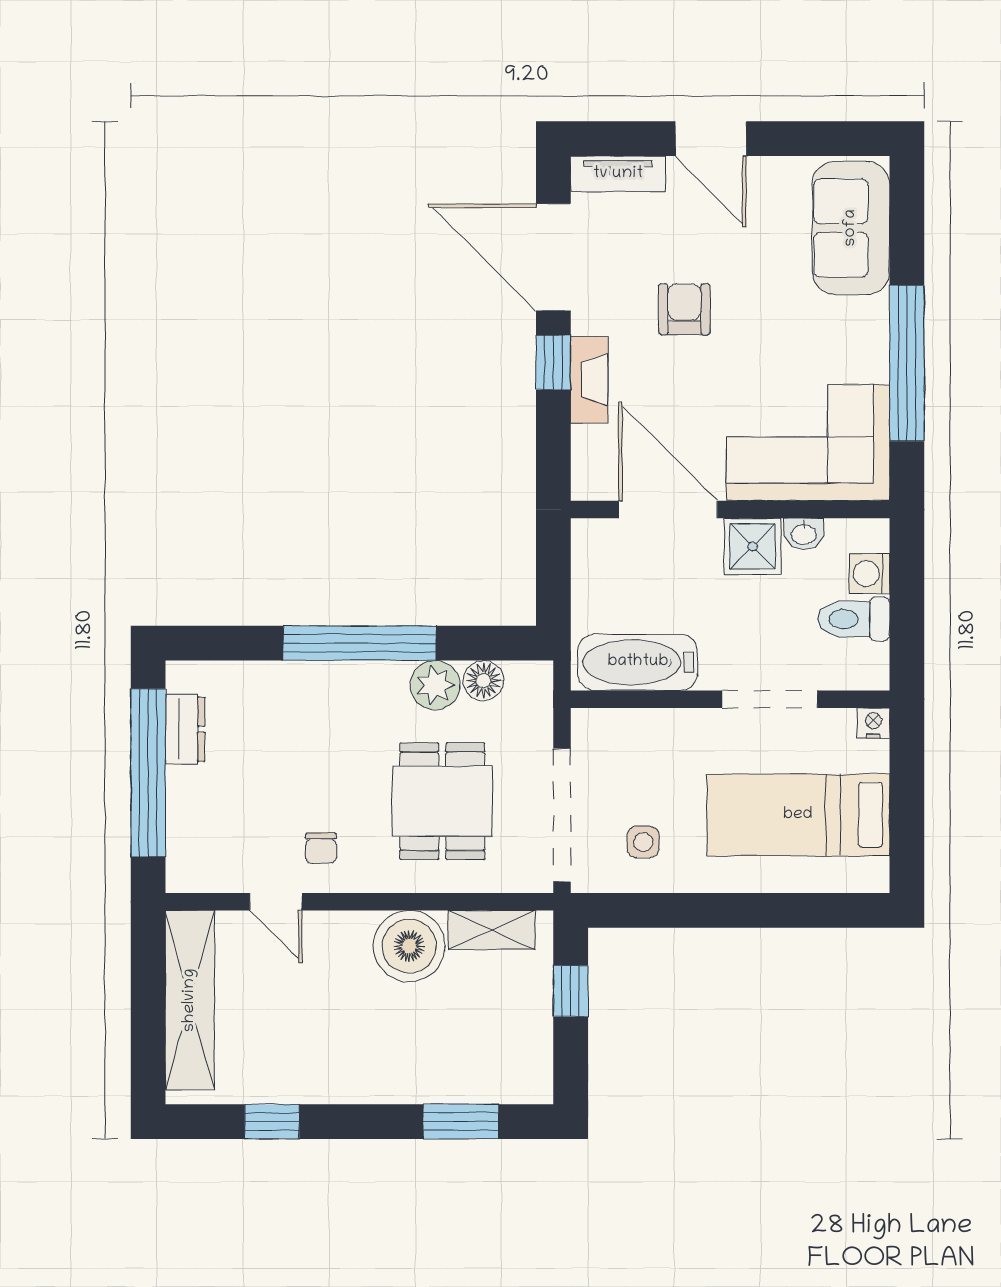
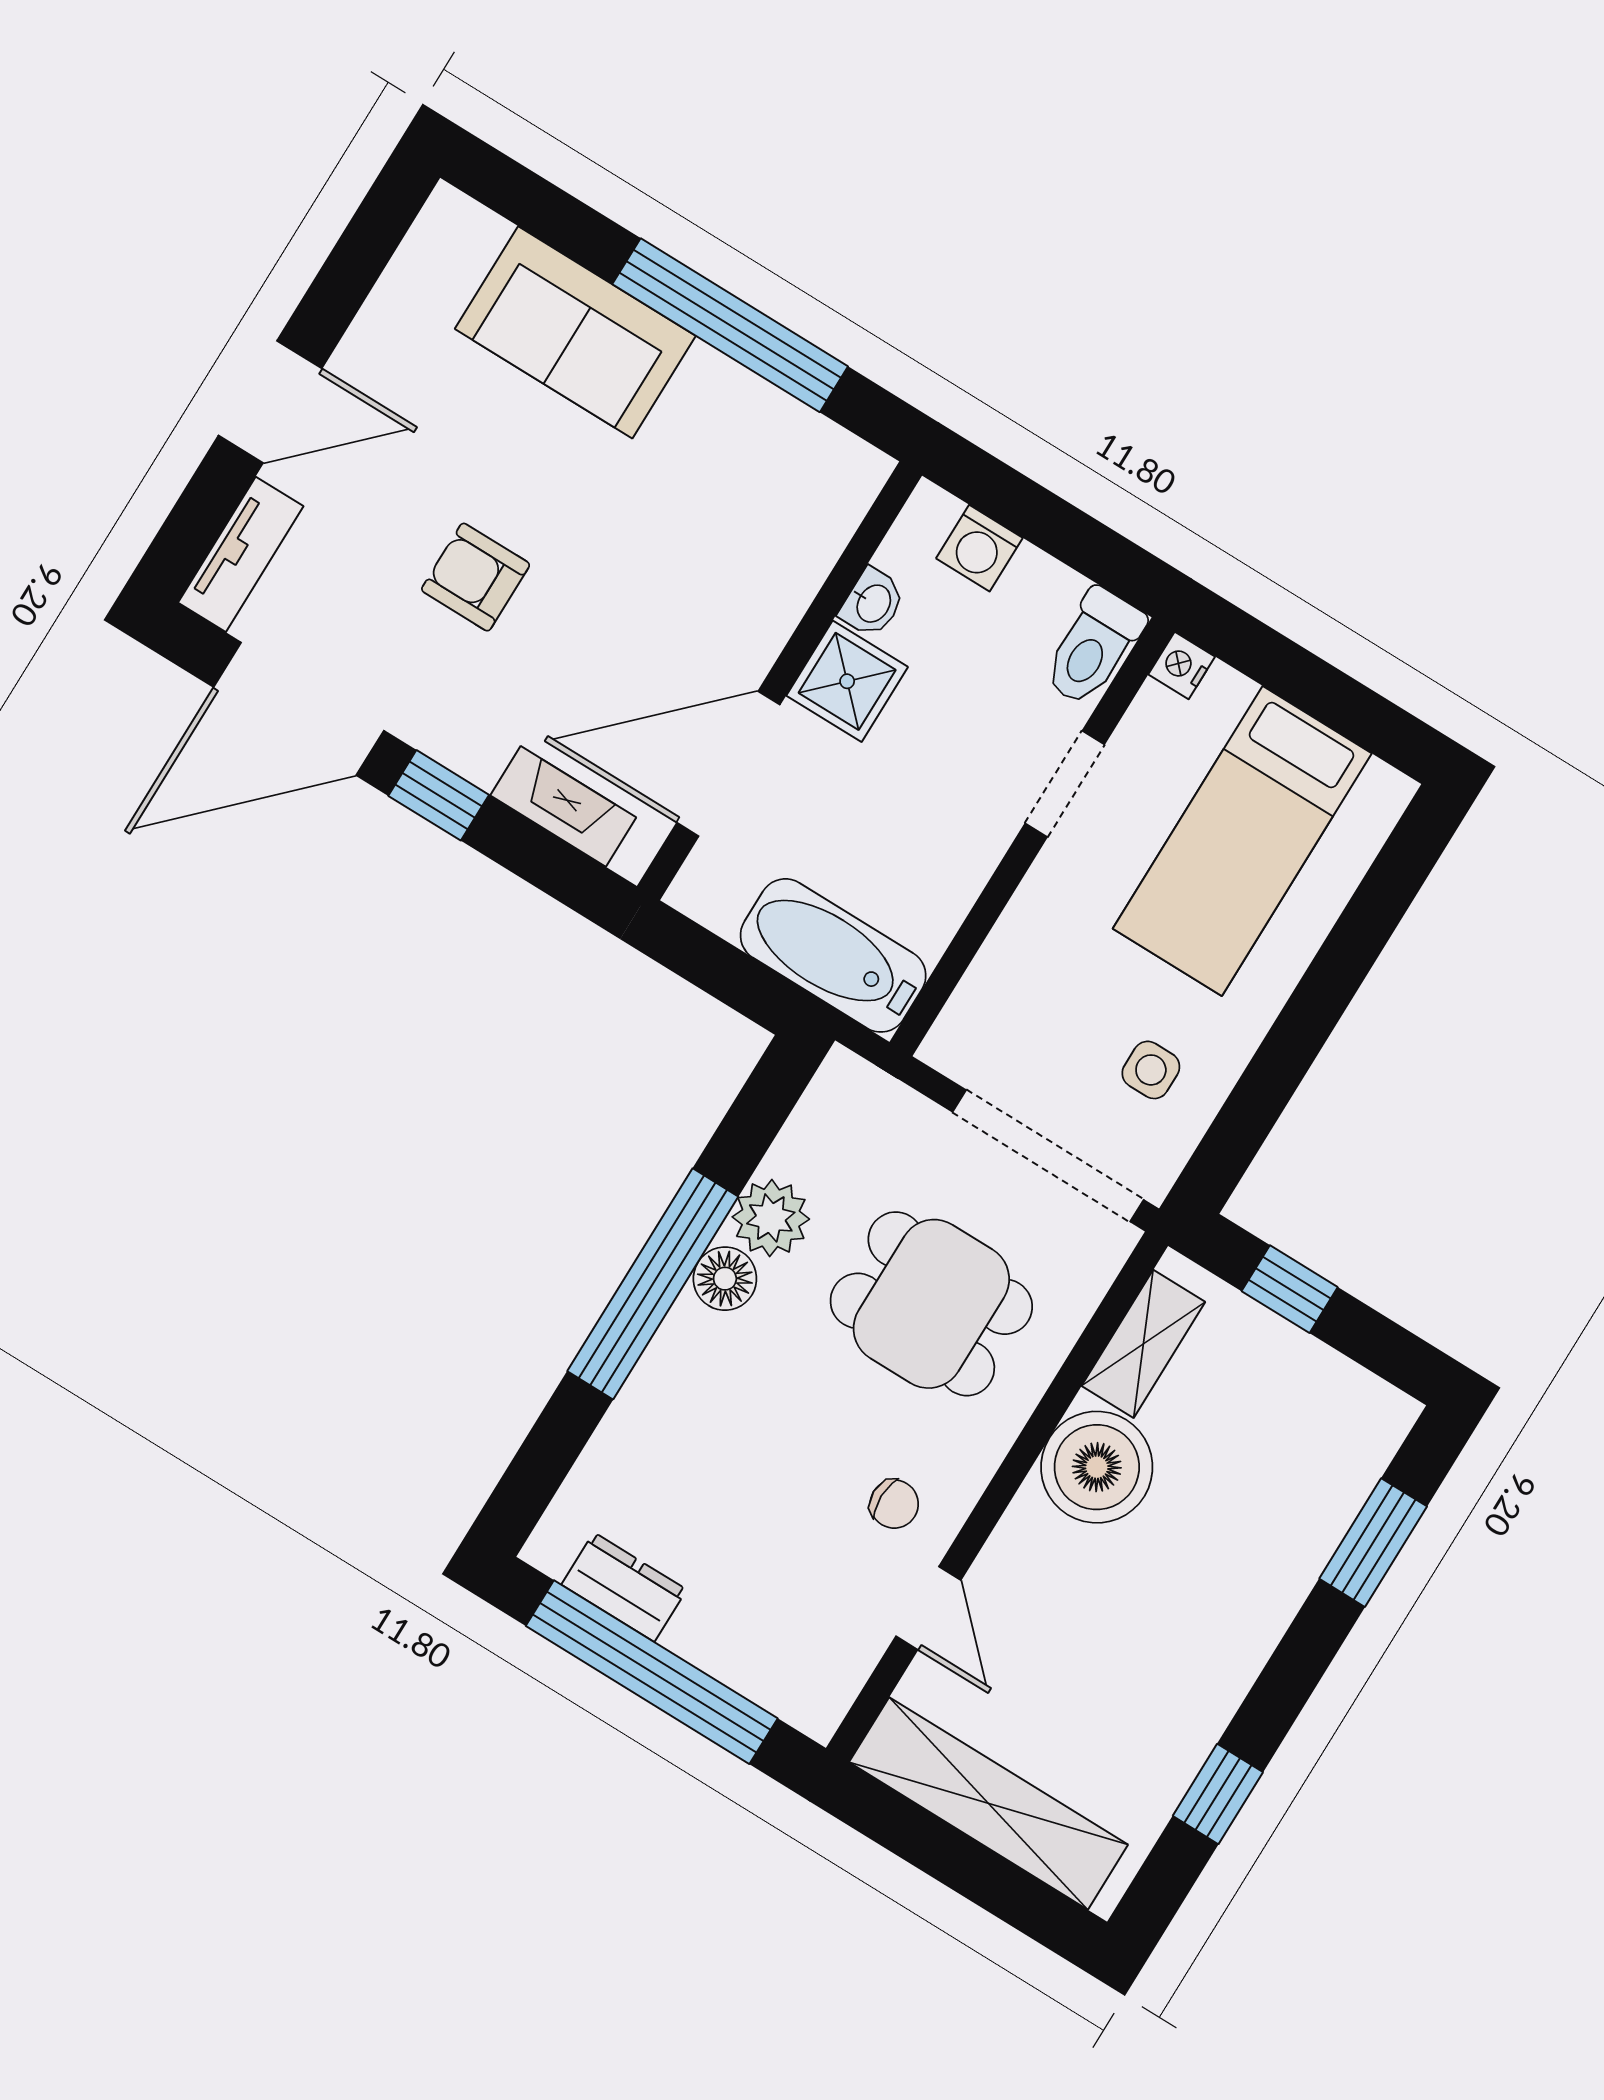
sofa: (851, 228) -> (575, 332), moved
fireplace: (589, 380) -> (563, 806), moved
corner sofa: (808, 443) -> (755, 522), removed
toilet: (854, 619) -> (1093, 647), moved
bathtub: (638, 662) -> (833, 955), moved, turned 90
floor lamp: (483, 681) -> (725, 1279), moved
doorway: (770, 699) -> (1065, 784), width x0.73
door: (276, 902) -> (928, 1608), hinge flipped

